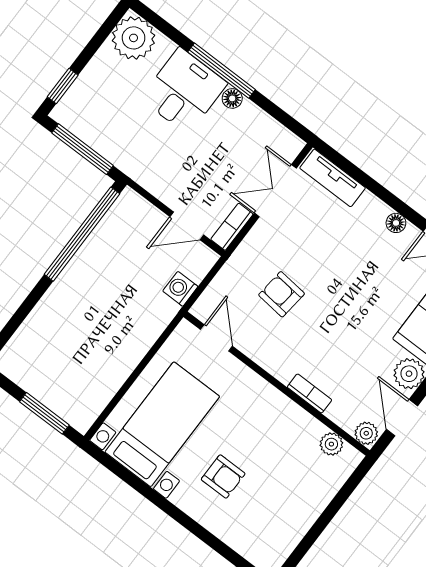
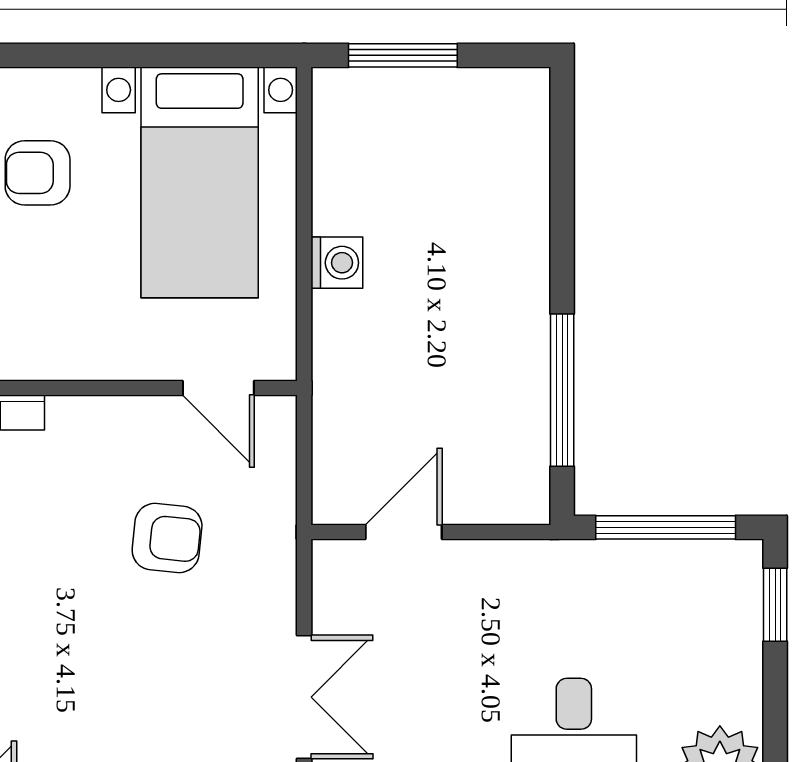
bookcase: (232, 227) -> (330, 586), removed
window: (82, 234) -> (562, 390), width x0.68
washing machine: (180, 289) -> (337, 263), moved

